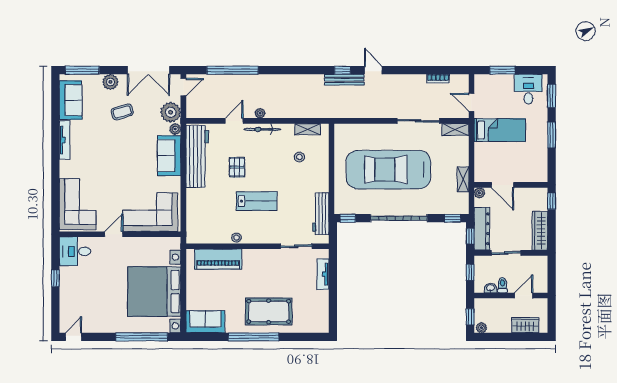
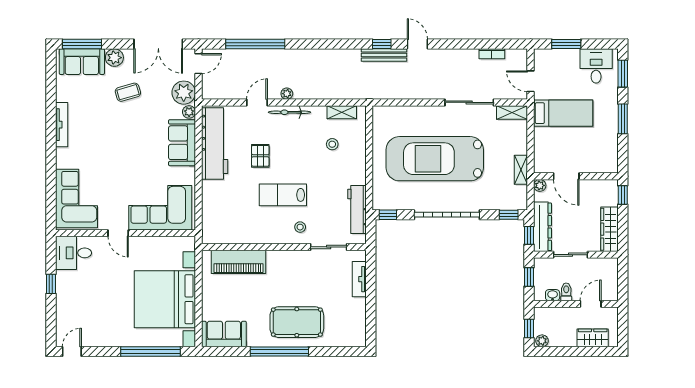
sofa: (71, 100) -> (82, 62), moved, turned 90
lab bench: (257, 201) -> (283, 195), turned 180
door: (114, 234) -> (118, 233), swing flipped
stool: (236, 238) -> (300, 227), moved

